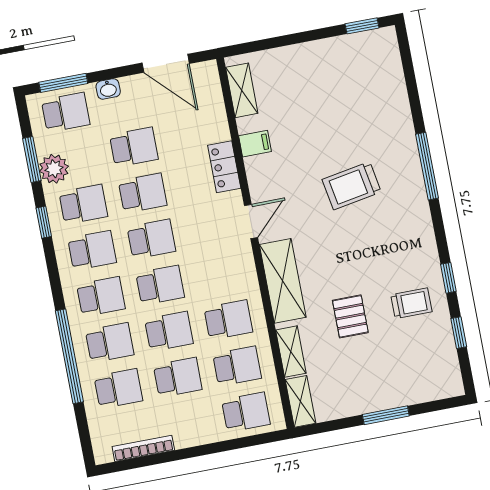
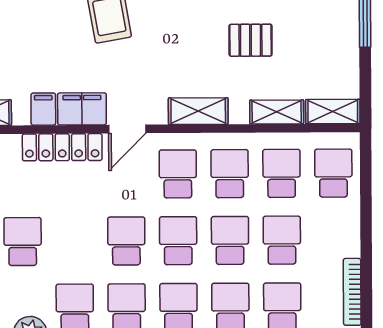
locker: (224, 167) -> (62, 147), width x1.53
filing cabinet: (262, 178) -> (82, 109), added
school desk: (143, 193) -> (178, 174), moved
door: (251, 221) -> (127, 129), swing flipped
shelving: (283, 281) -> (198, 111), width x0.67, depth x0.75

